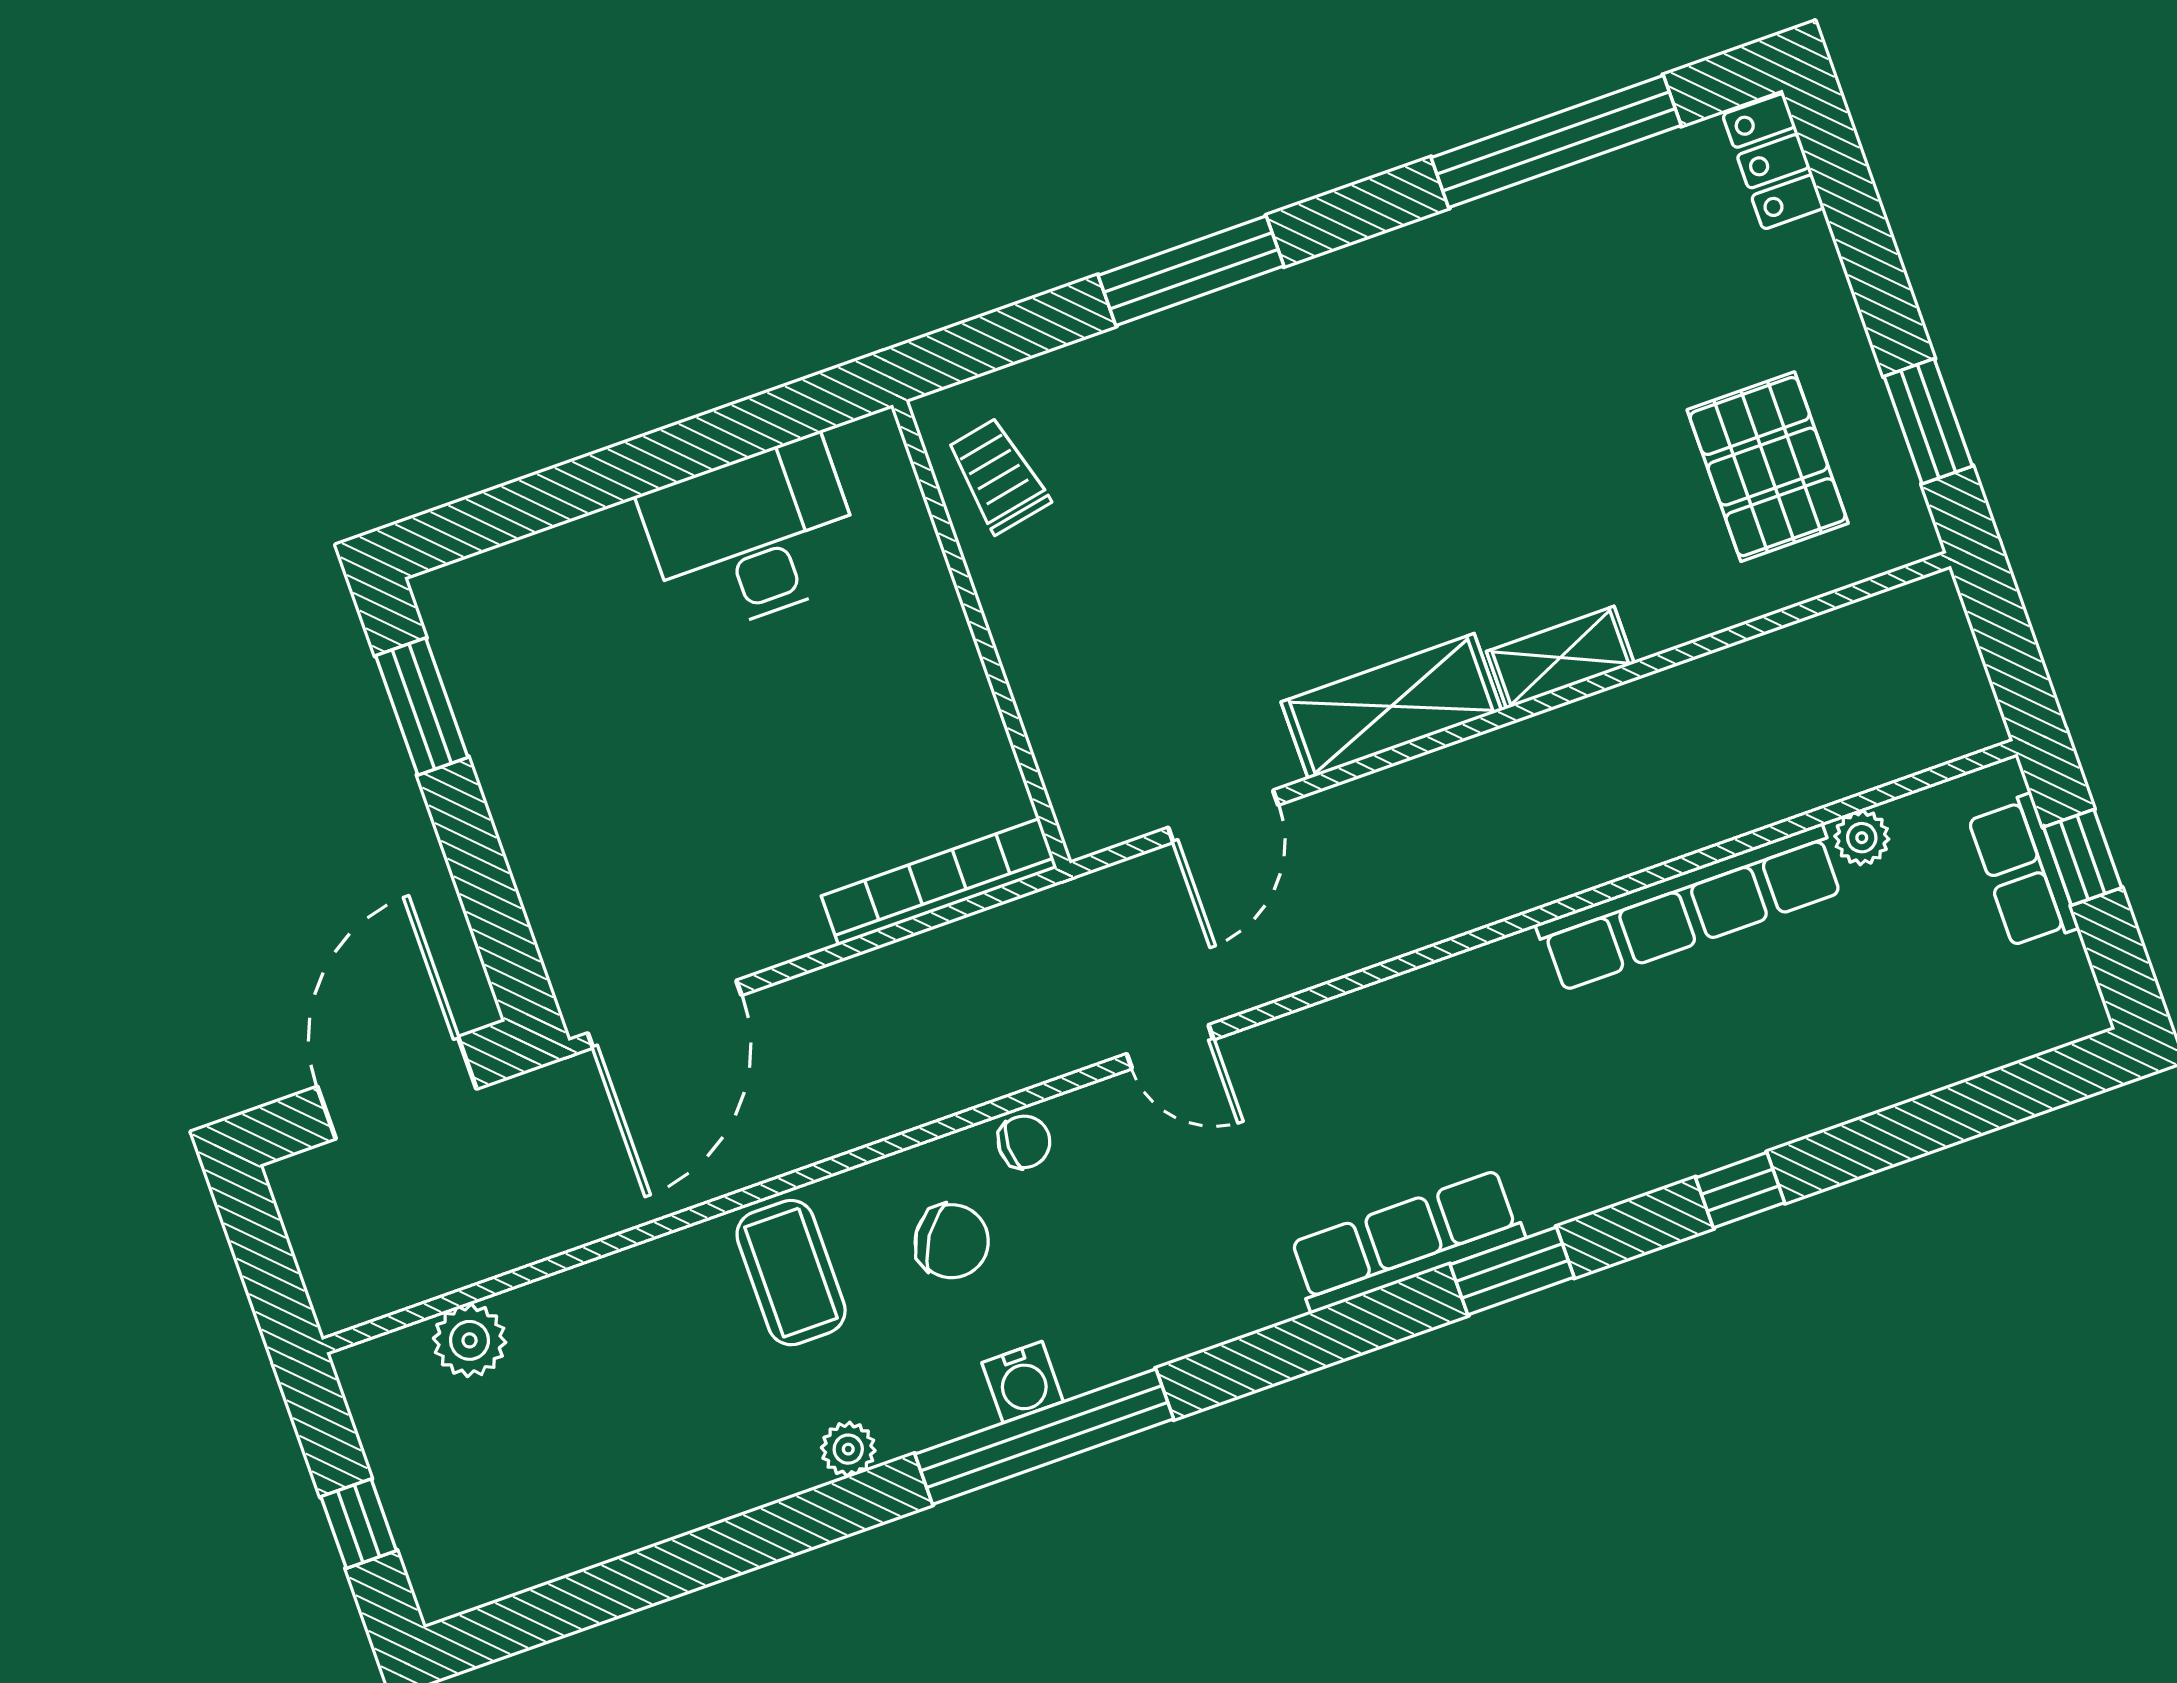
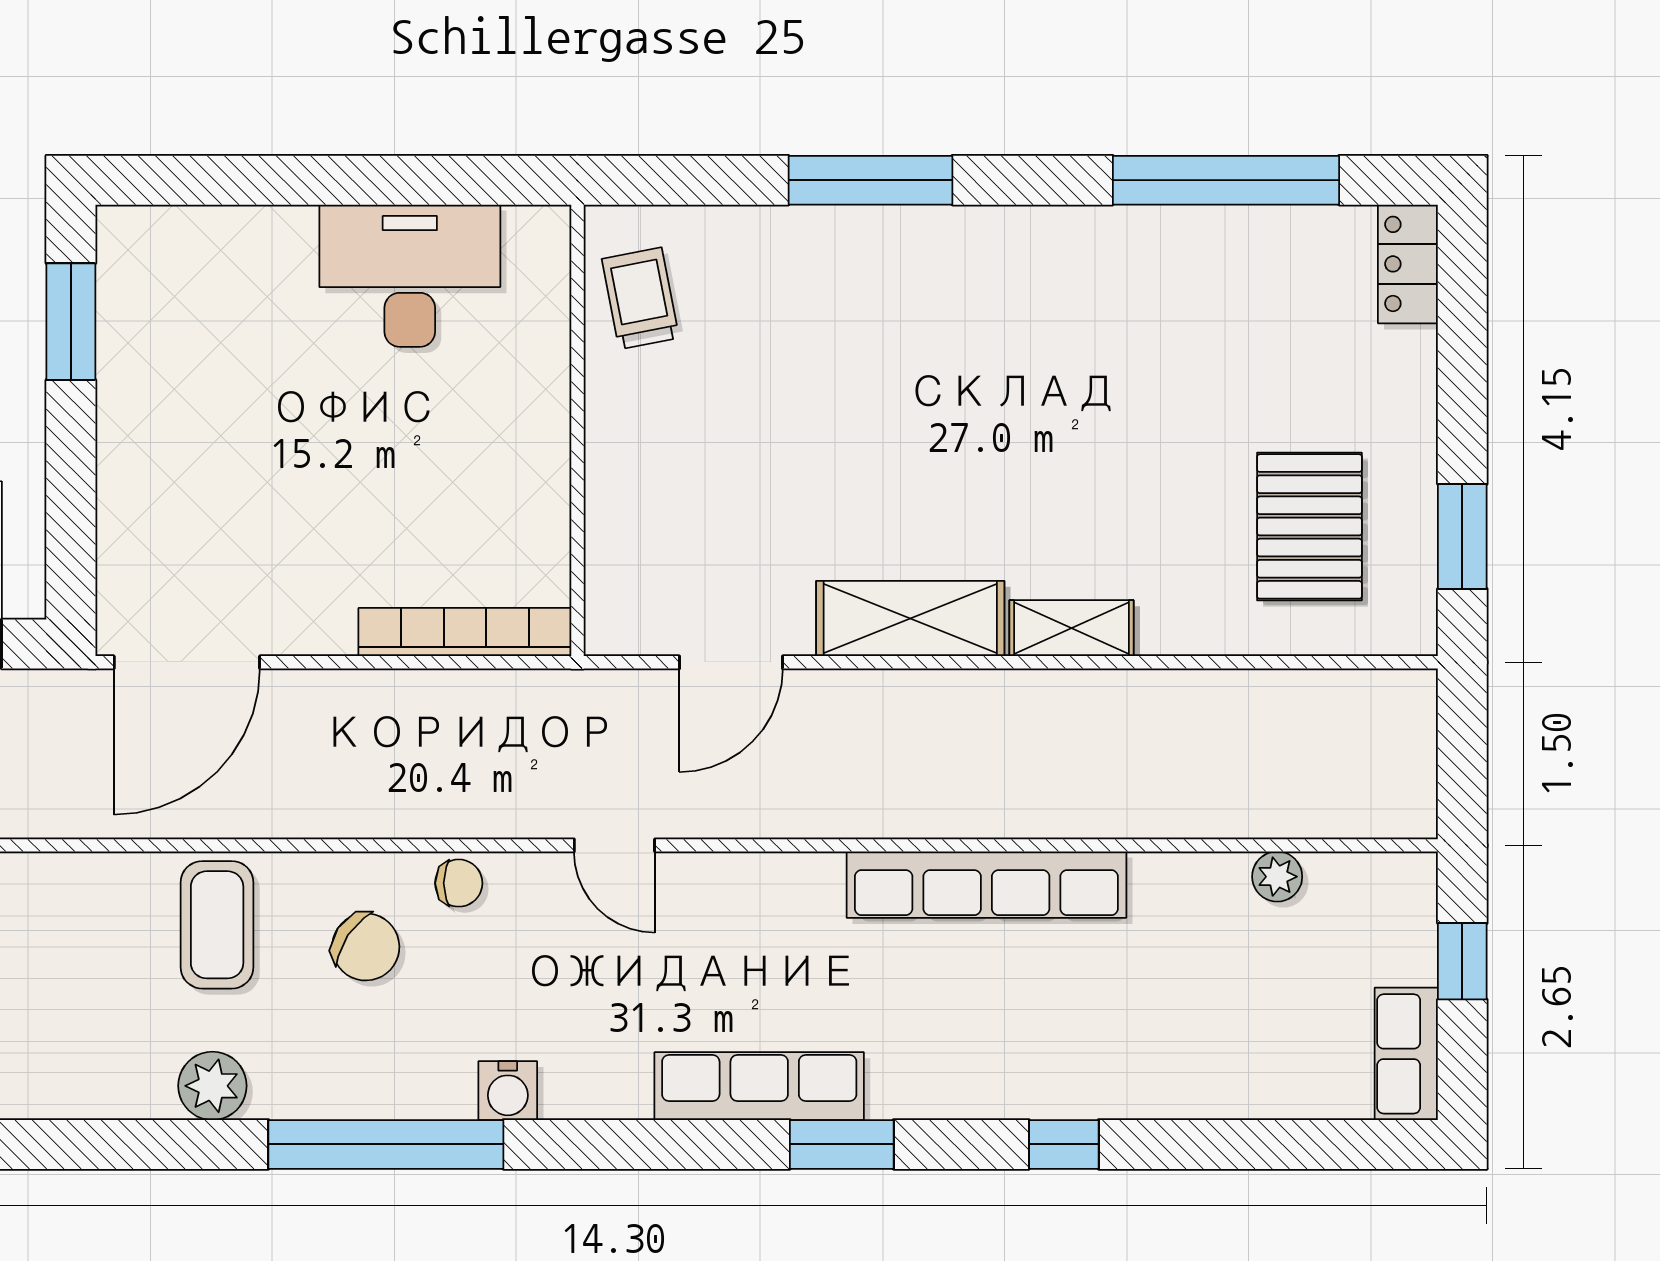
row of seats: (2023, 872) -> (1406, 1054), moved
row of seats: (1690, 908) -> (986, 885), moved
water cooler: (1023, 1382) -> (508, 1091), moved
plant: (848, 1449) -> (212, 1086), width x1.38, depth x1.38

